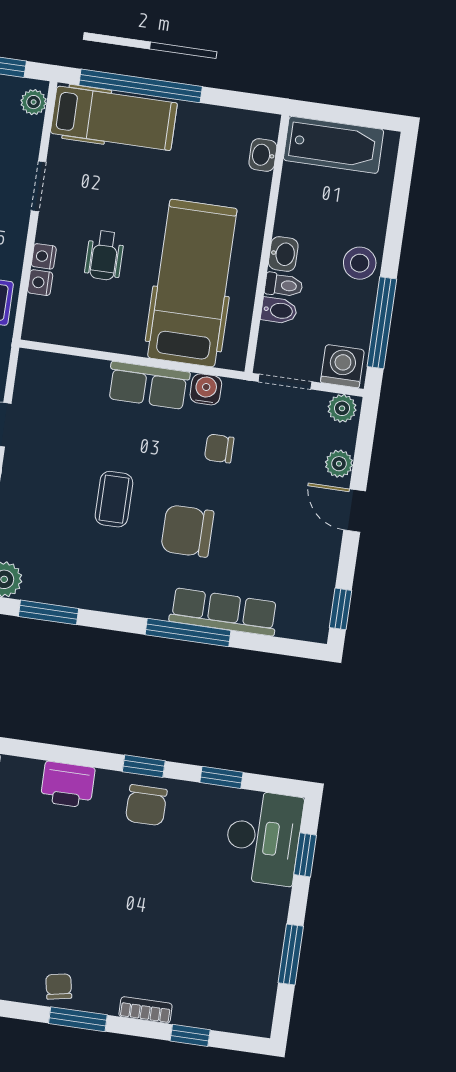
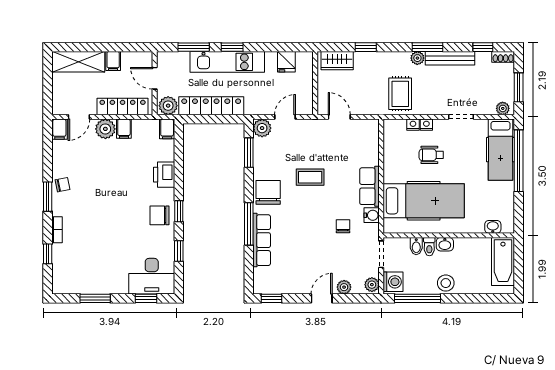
chair: (187, 531) -> (268, 192), moved

